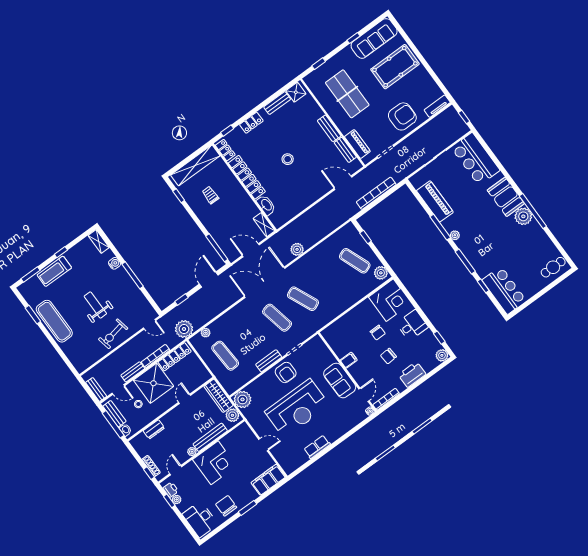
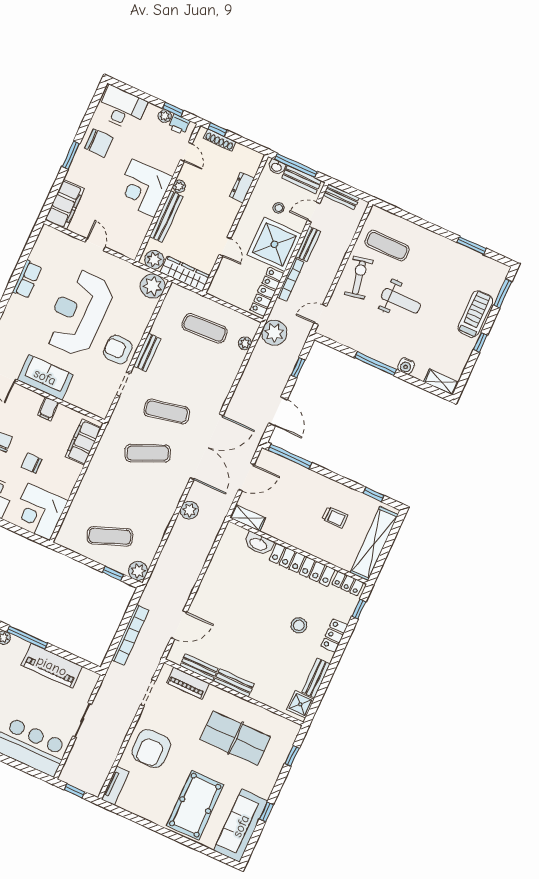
stool: (288, 159) -> (299, 625), moved
plant: (381, 273) -> (138, 571), moved
exercise mat: (54, 321) -> (387, 246), moved, width x0.73, depth x0.69
filing cabinet: (339, 328) -> (83, 442), added
door: (264, 445) -> (95, 245), swing flipped

